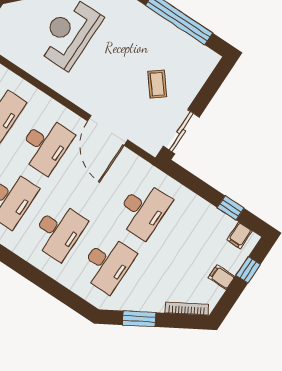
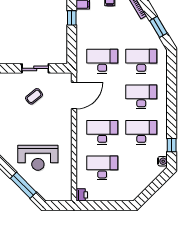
door: (108, 130) -> (74, 96), moved
sliding door: (181, 132) -> (35, 68), moved

